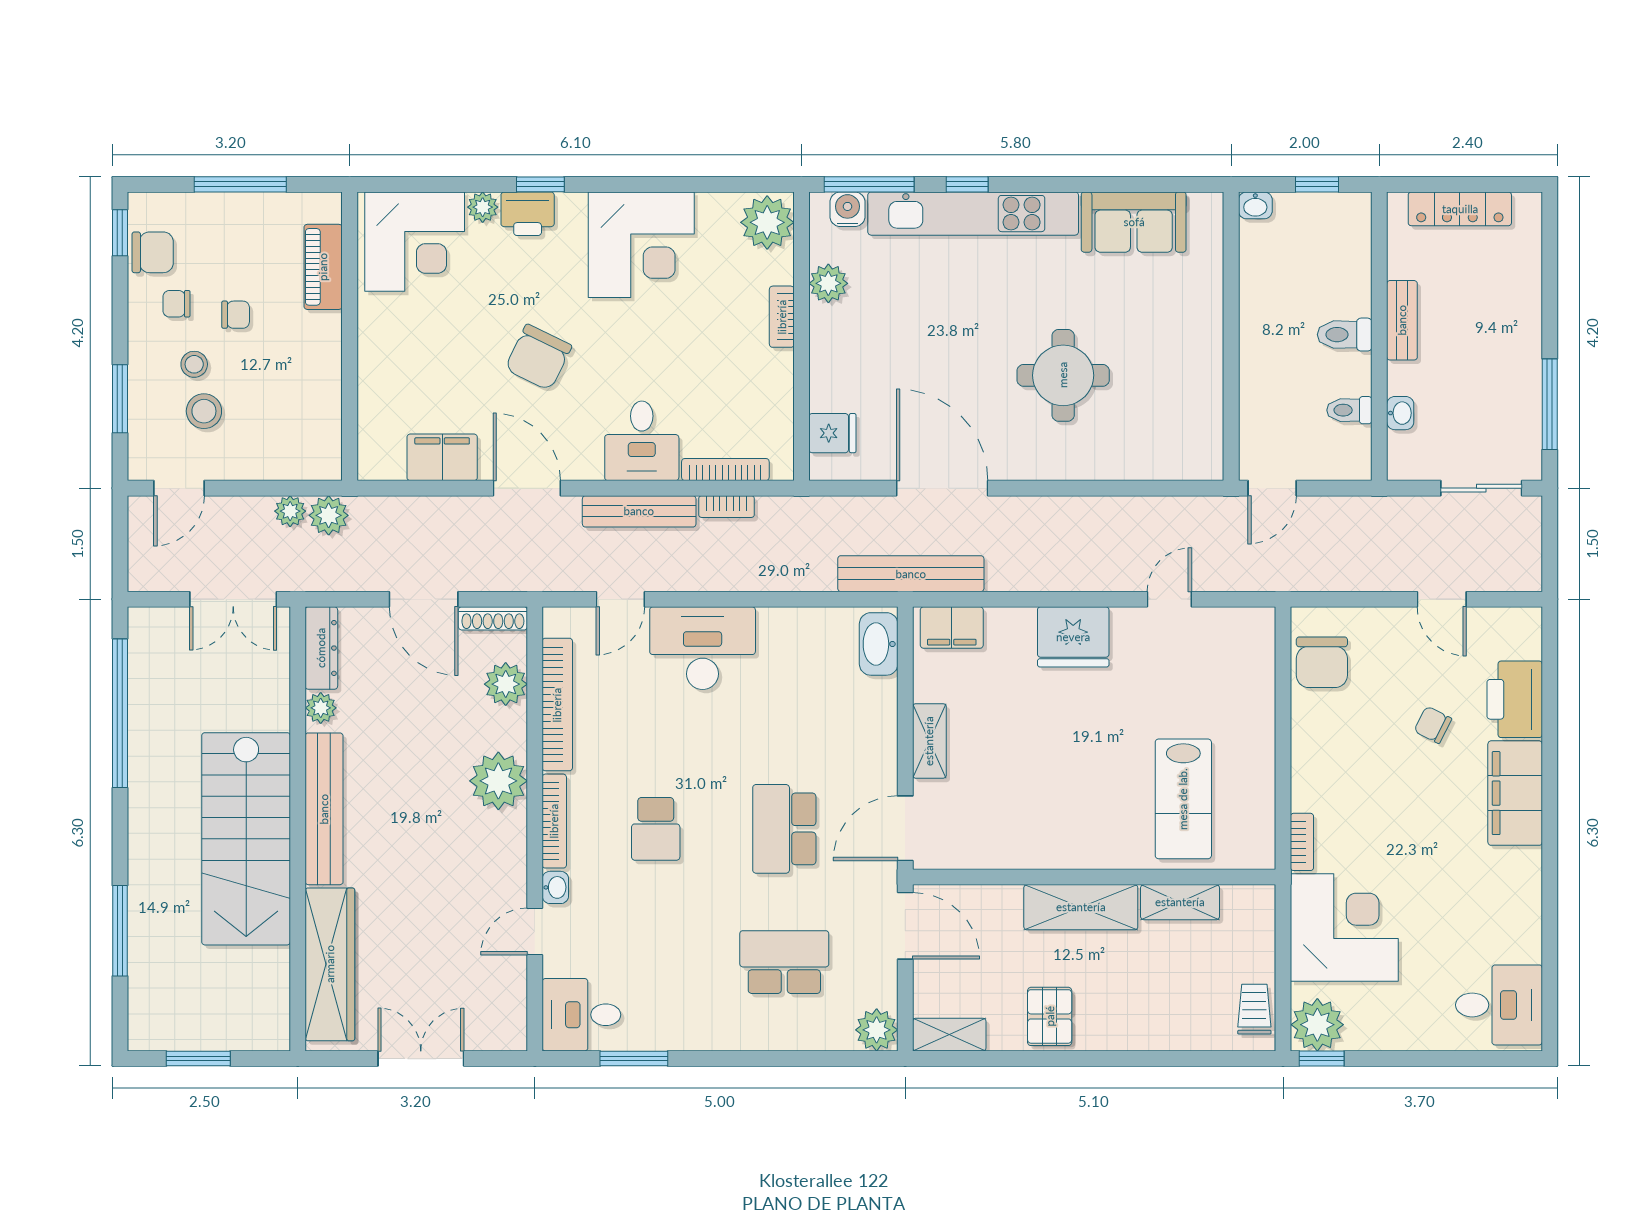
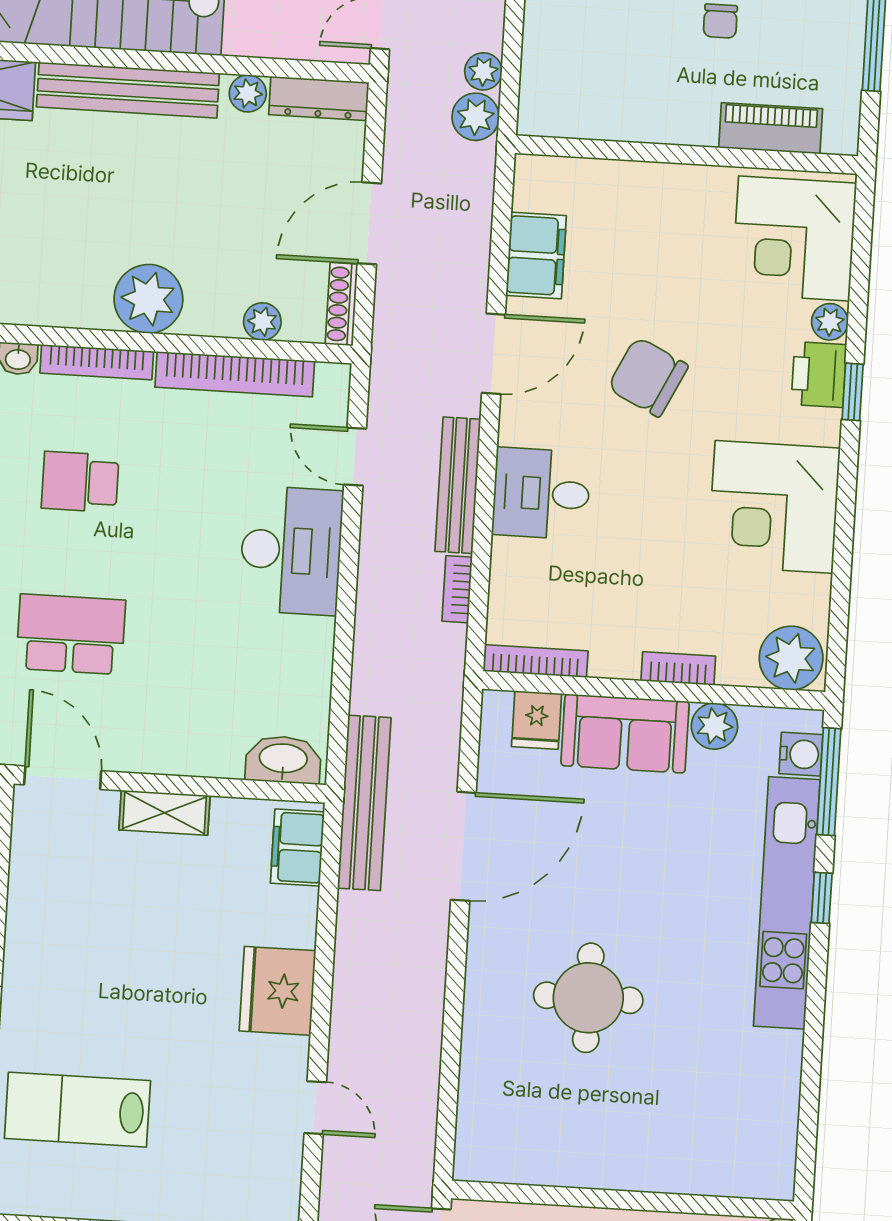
sofa: (1134, 222) -> (625, 734), moved, turned -90
bookcase: (725, 470) -> (535, 661), moved, turned -90
plant: (506, 684) -> (262, 322), width x0.73, depth x0.73

